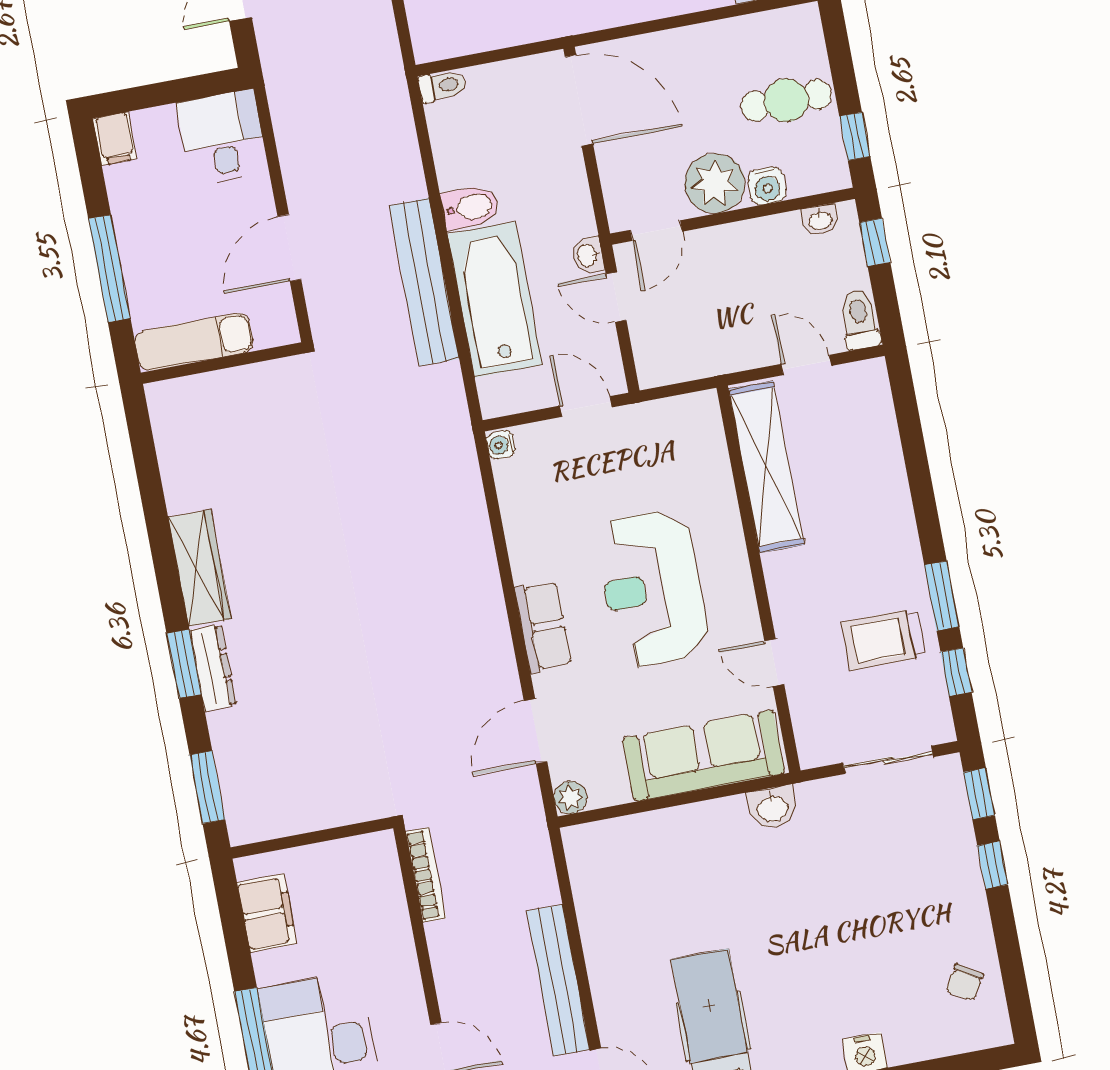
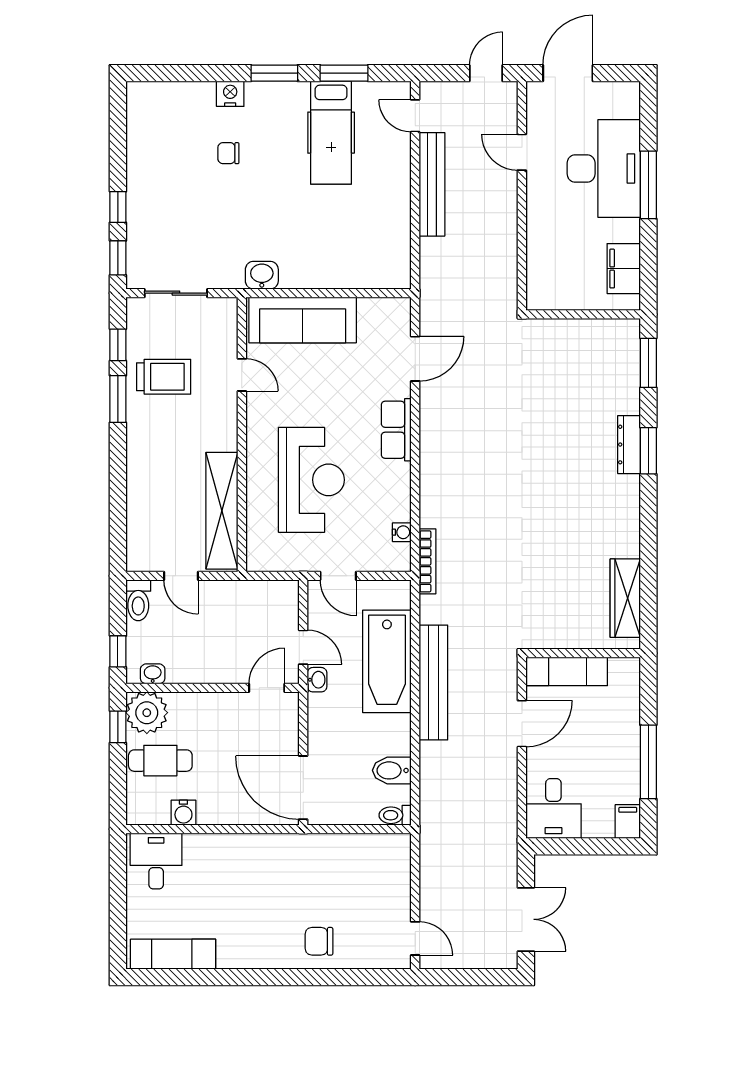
plant: (715, 183) -> (147, 713), moved
water cooler: (767, 186) -> (183, 813), moved, turned 180
bidet: (470, 207) -> (392, 770), moved
window: (109, 268) -> (648, 762), moved
exam couch: (194, 342) -> (567, 671), moved
water cooler: (501, 445) -> (402, 532), moved
wardrobe: (200, 568) -> (625, 598), moved
reception desk: (652, 588) -> (311, 480), moved
plant: (570, 798) -> (400, 308), removed
bookcase: (426, 875) -> (427, 561), moved, turned 180
chair: (964, 982) -> (228, 153), moved, turned -121

